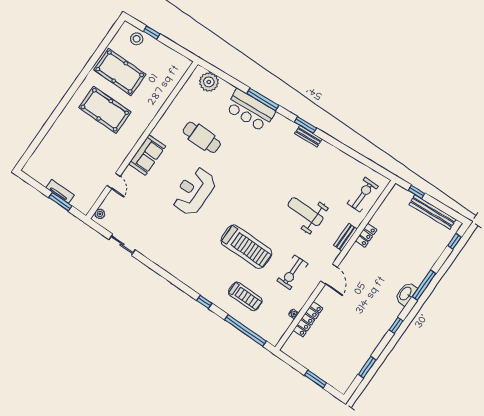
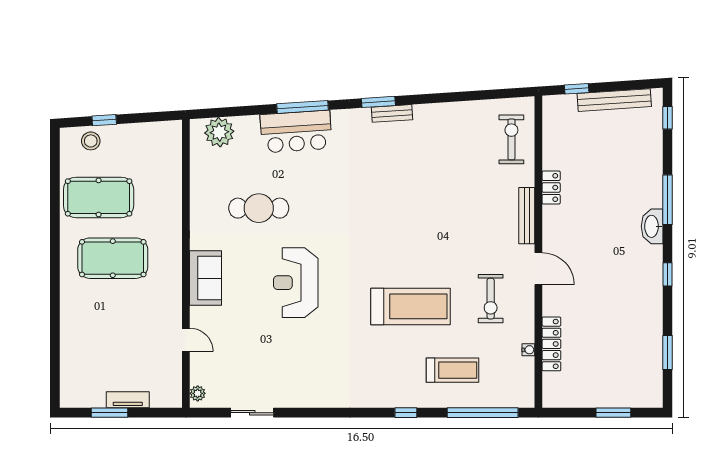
window: (60, 202) -> (110, 413), moved
weight bench: (305, 212) -> (454, 211), removed
bench: (345, 237) -> (527, 216), width x1.36

